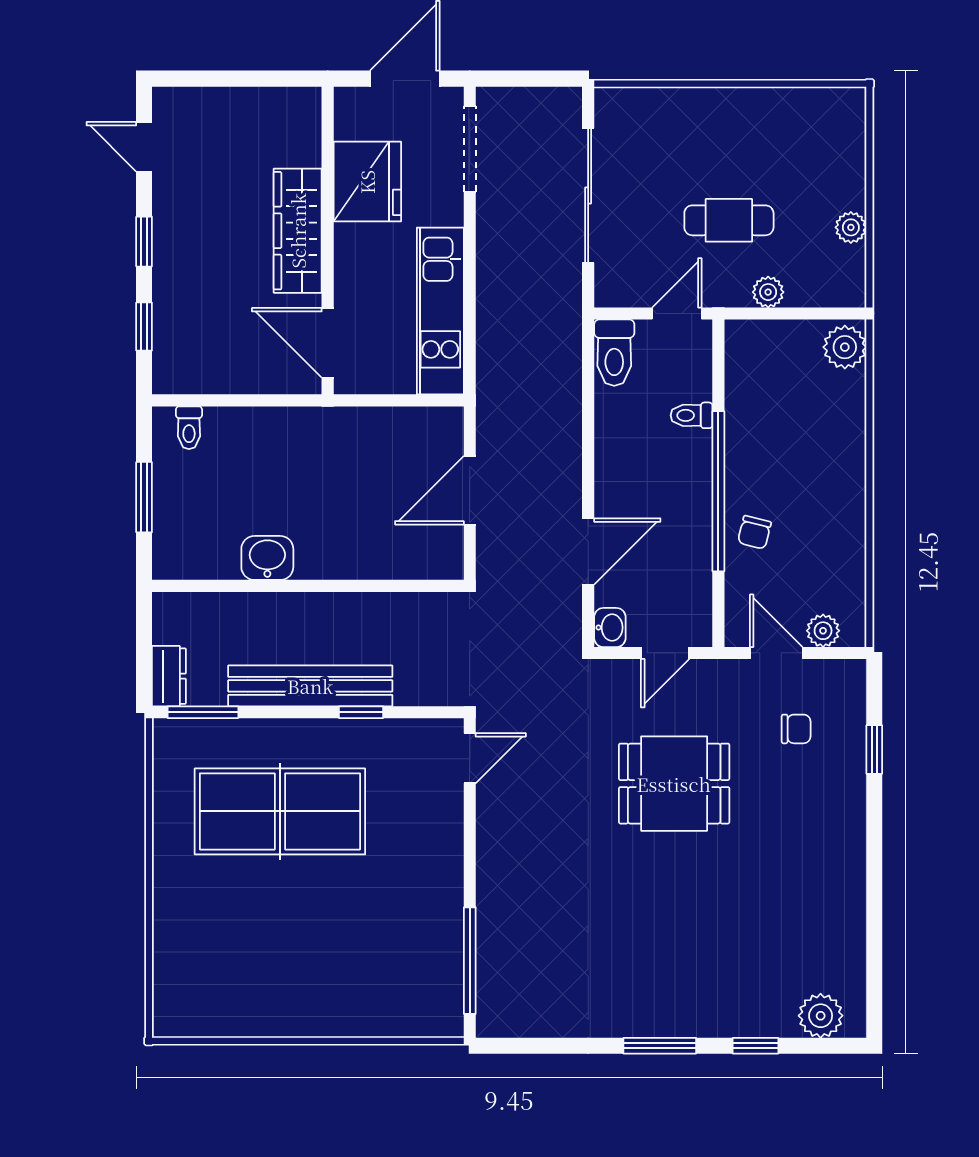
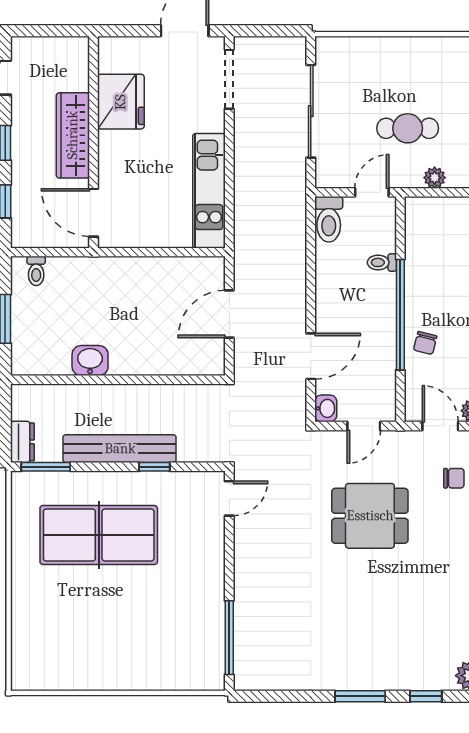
fridge: (367, 182) -> (121, 102), moved
wardrobe: (298, 231) -> (73, 135), moved
wall: (328, 240) -> (93, 142), moved
door: (328, 343) -> (93, 213), moved

